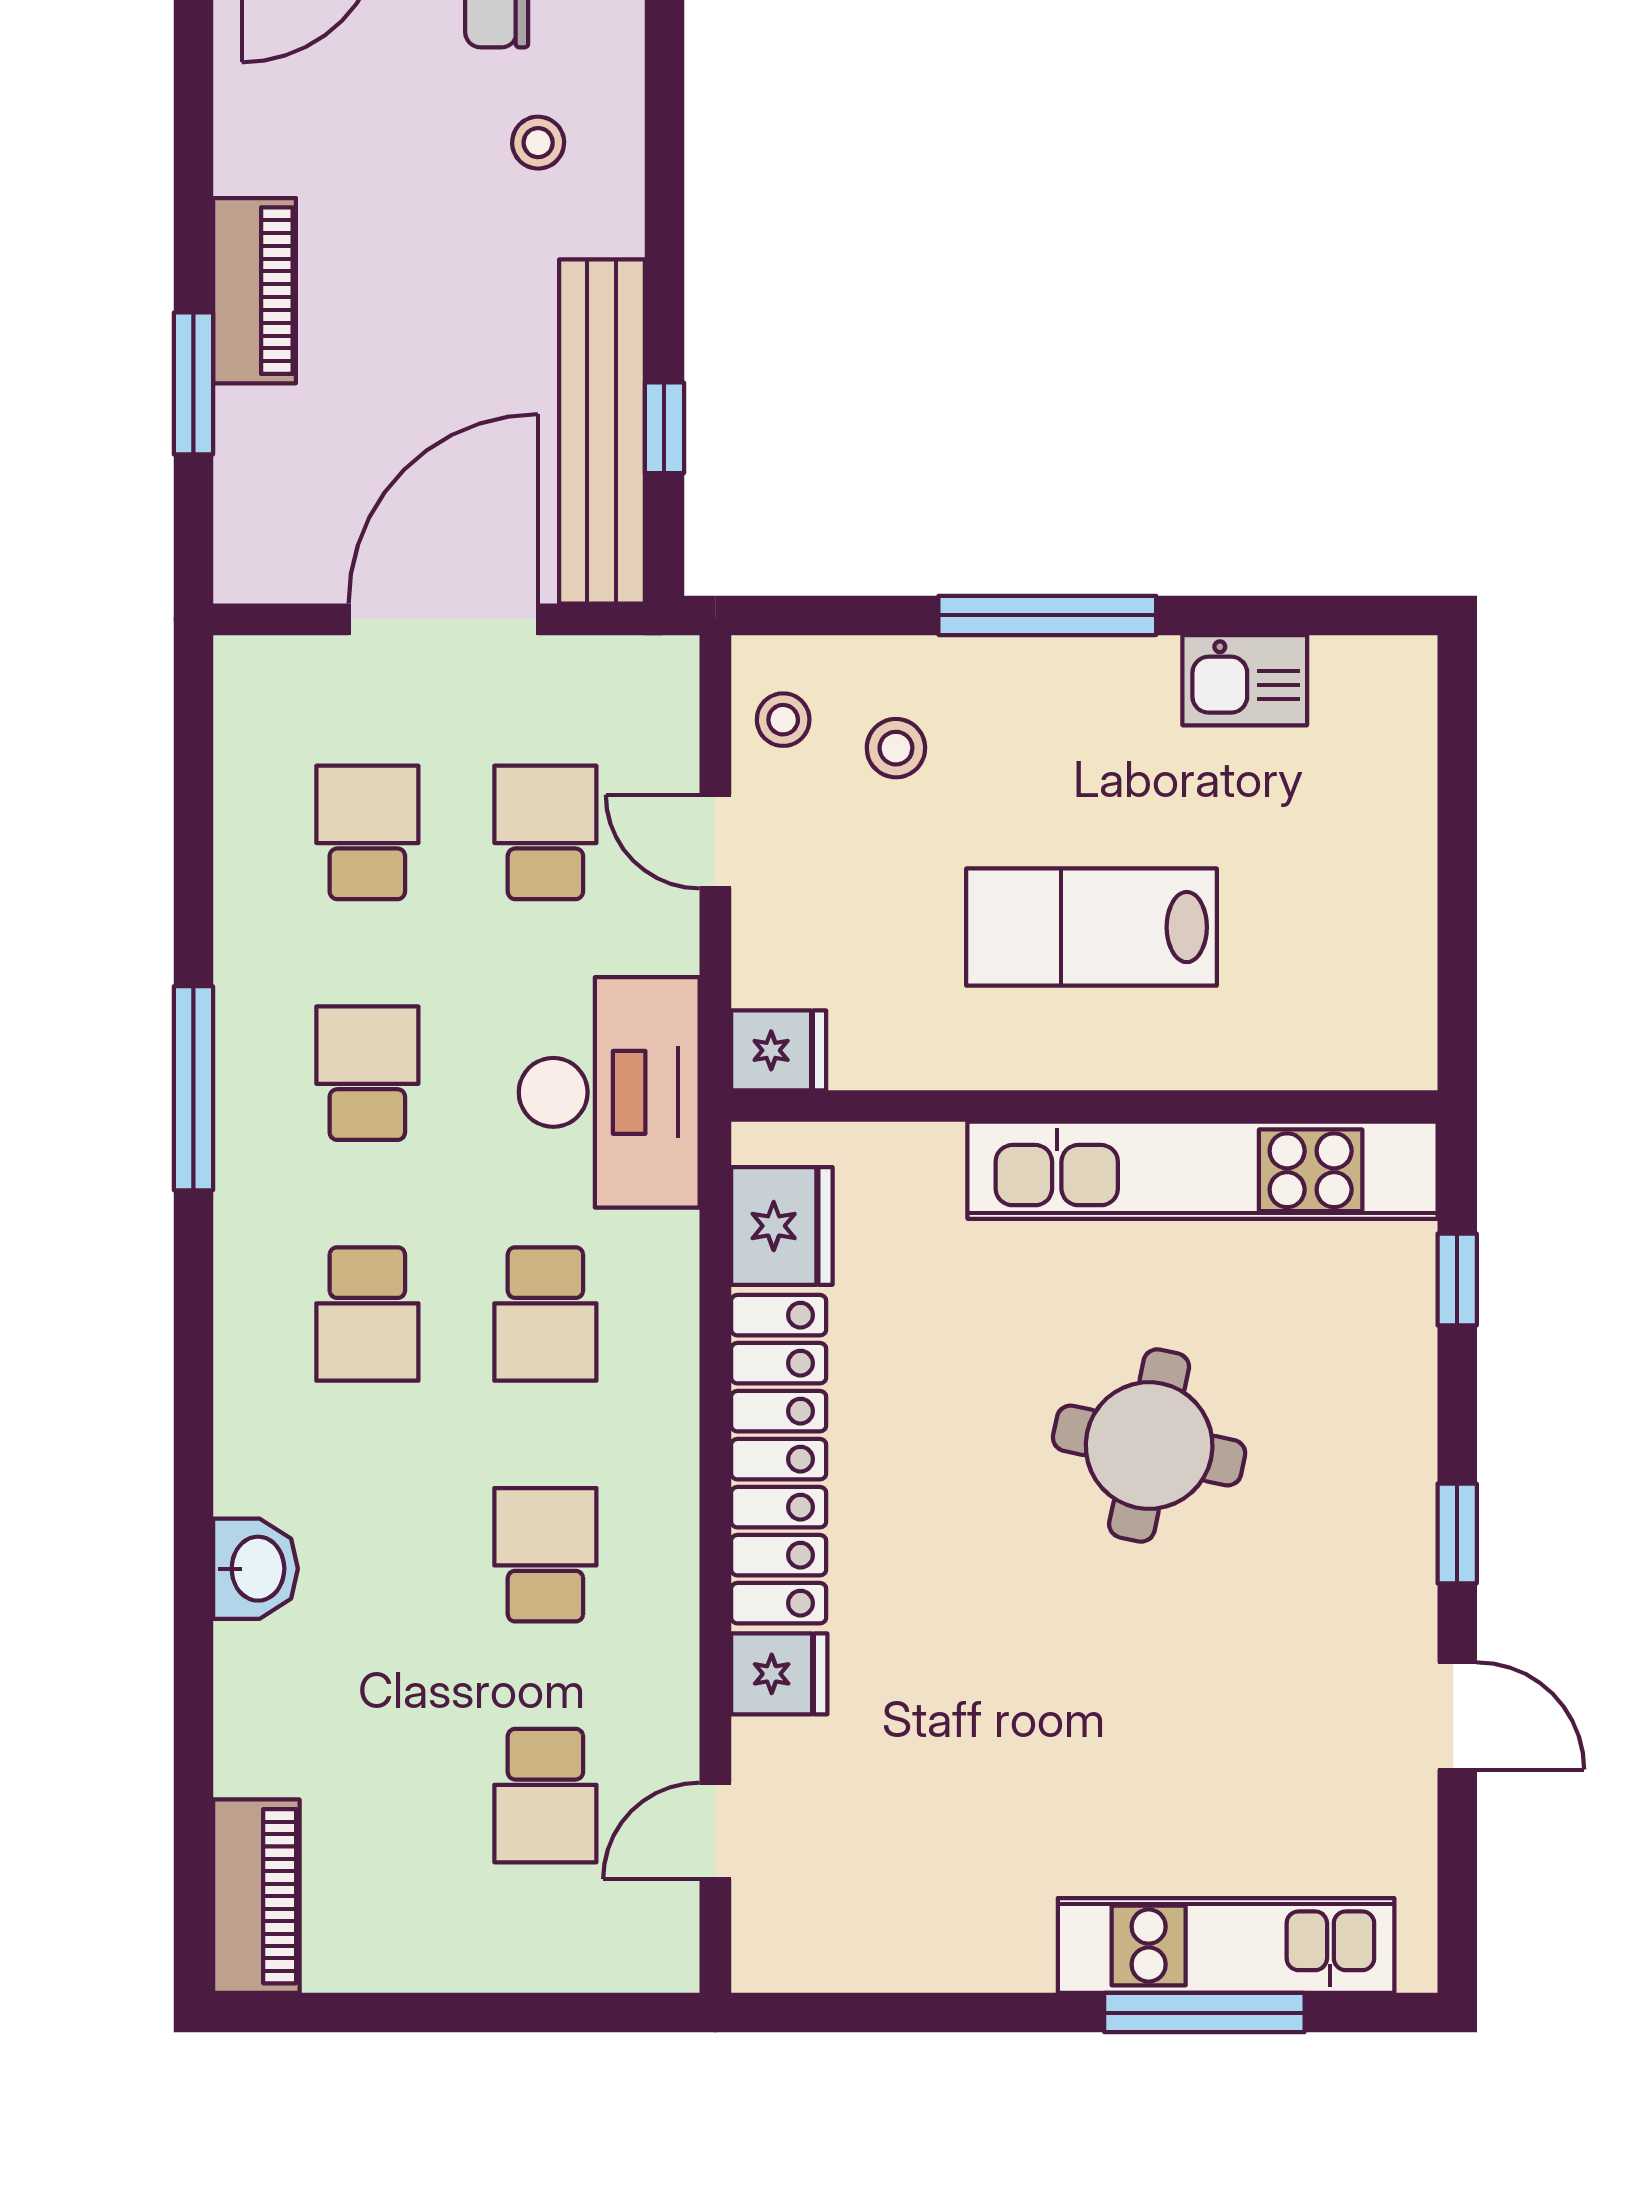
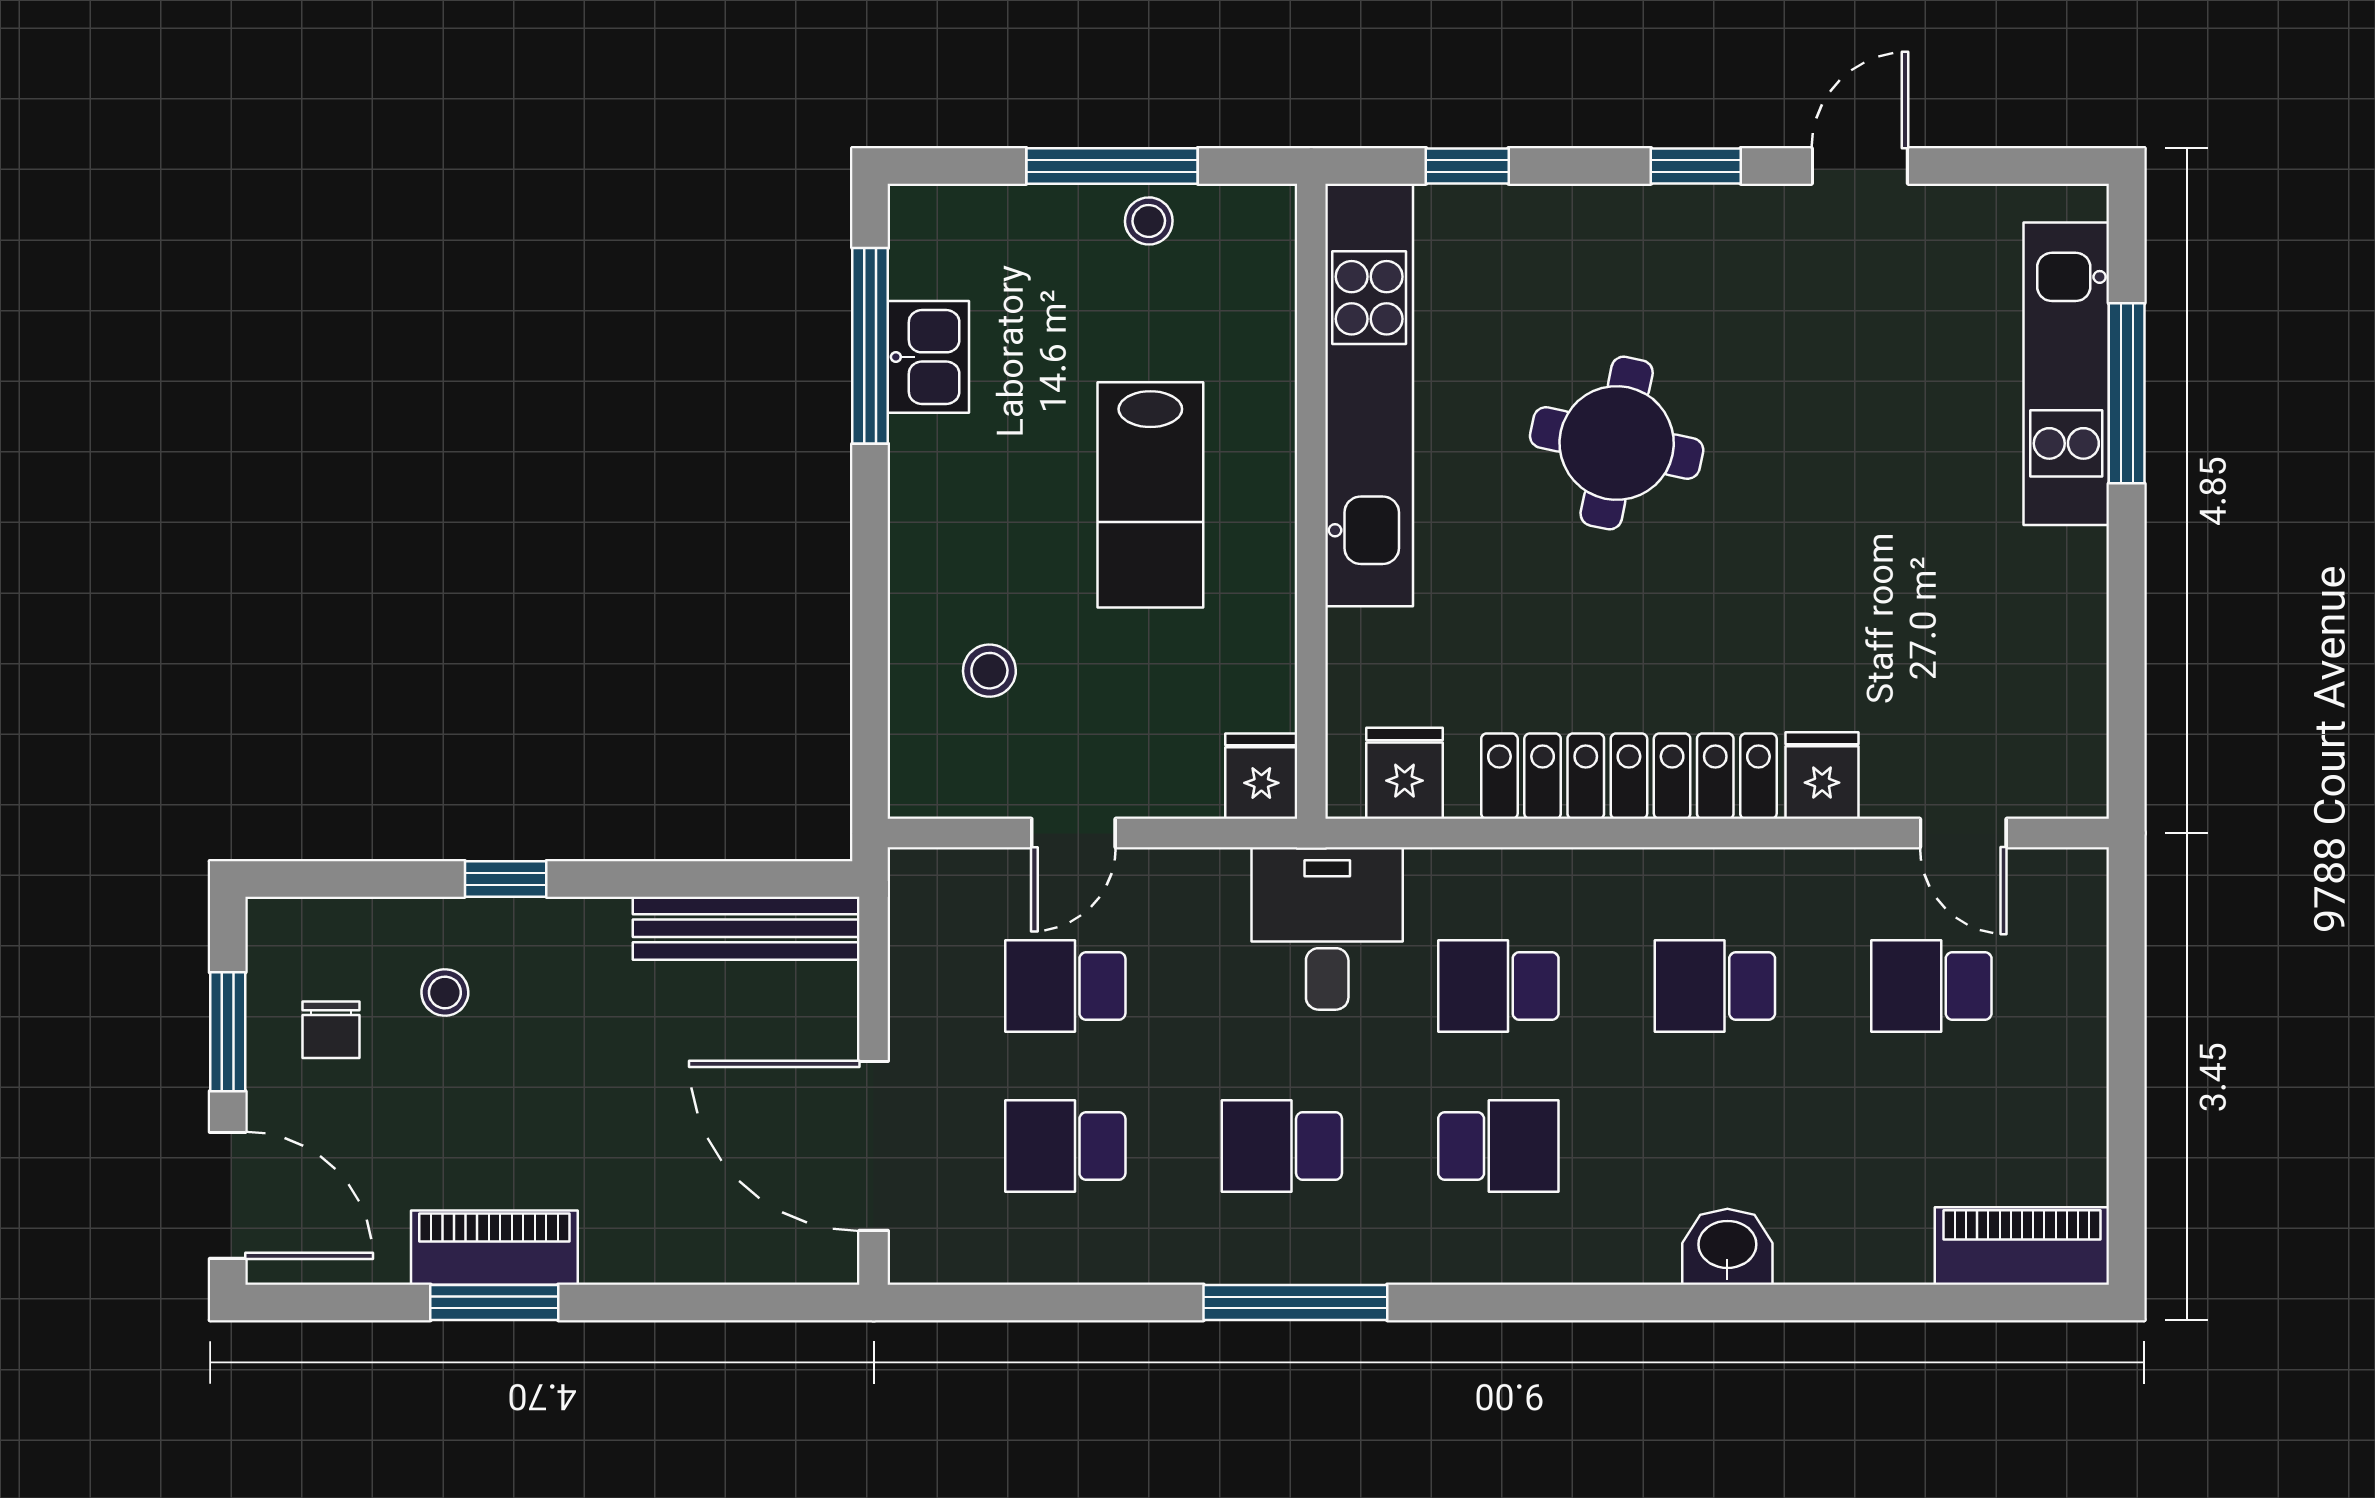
piano: (254, 291) -> (494, 1248), moved
window: (193, 383) -> (494, 1302), moved
window: (664, 428) -> (506, 879), moved
bench: (602, 432) -> (746, 928), width x0.73, depth x0.82
window: (1047, 615) -> (870, 346), moved
door: (443, 619) -> (874, 1146), moved
stool: (783, 720) -> (1149, 221), moved
window: (1457, 884) -> (1112, 166), added
desk: (609, 1092) -> (1327, 929), width x0.73
fridge: (782, 1226) -> (1405, 773), width x0.72
school desk: (545, 1314) -> (1498, 986), turned 180
school desk: (545, 1796) -> (1931, 986), turned 180

